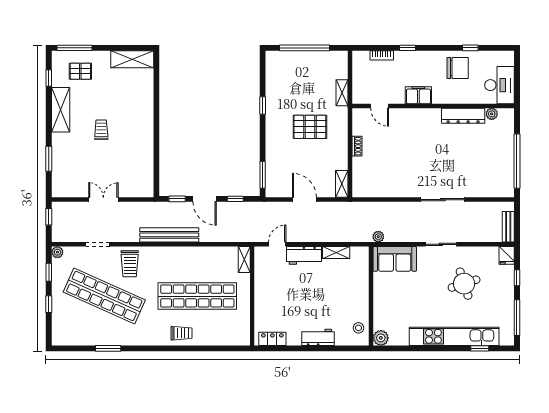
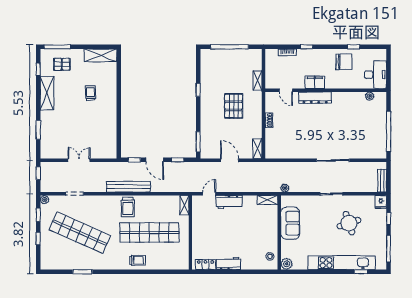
dresser: (463, 116) -> (315, 98), moved
pallet: (310, 127) -> (234, 106), turned 90
trolley: (101, 130) -> (90, 93), moved
shelving: (336, 252) -> (268, 200), moved
sofa: (395, 259) -> (290, 223), moved, turned -90
trolley: (130, 264) -> (128, 207), moved
workbench: (318, 337) -> (228, 263), moved

